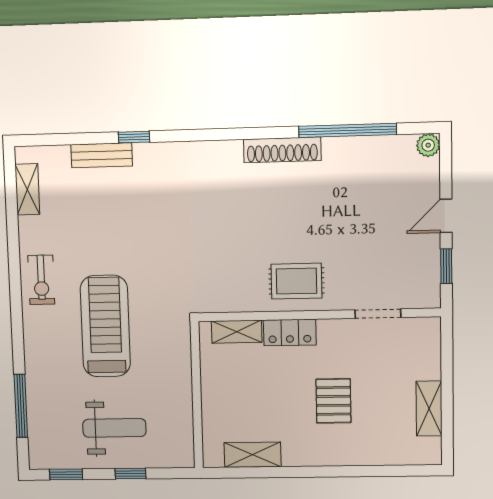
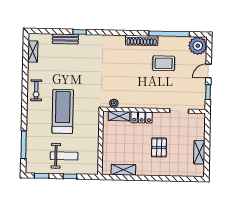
plant: (428, 145) -> (198, 46), width x1.88, depth x1.88
rug: (296, 281) -> (164, 63), moved
plant: (223, 302) -> (114, 103), added

